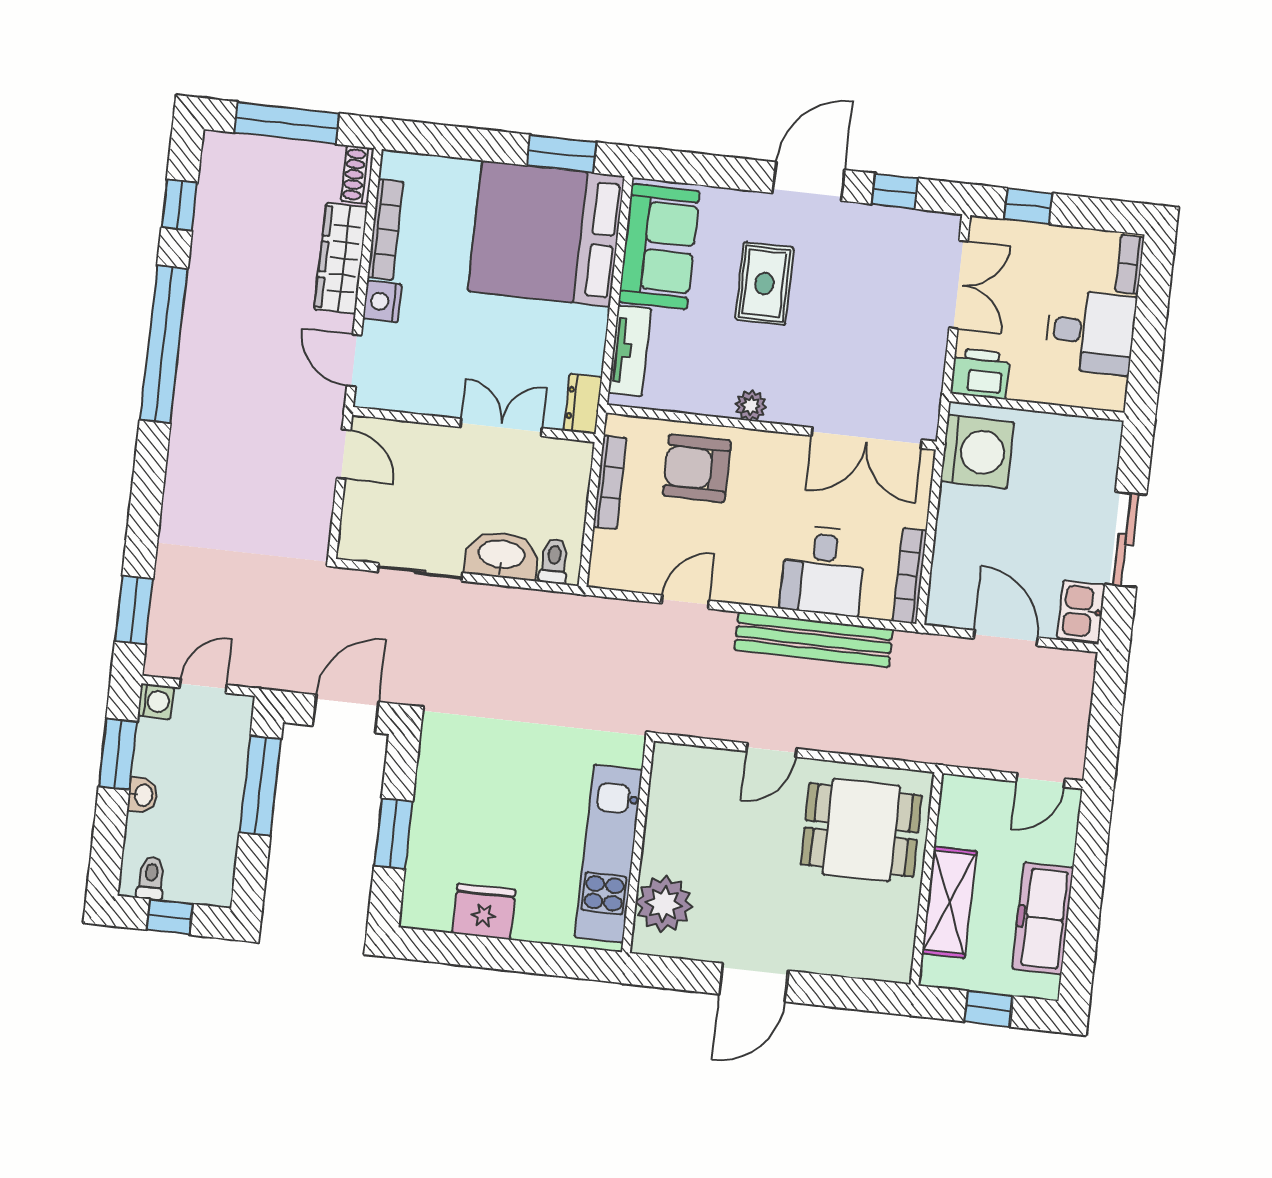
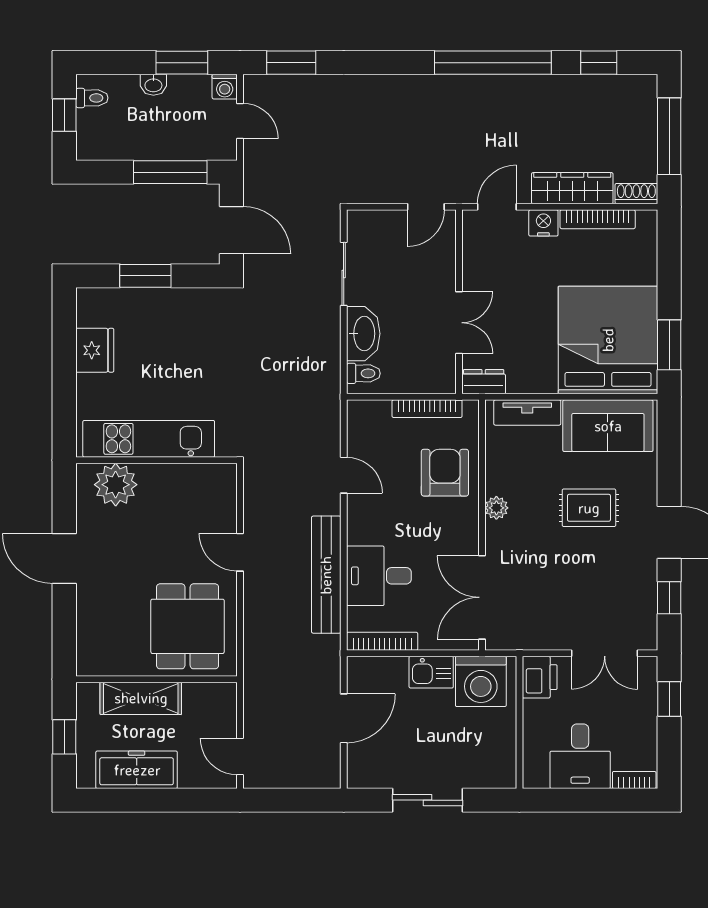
kitchen sink: (1081, 611) -> (431, 672), moved, turned 180

